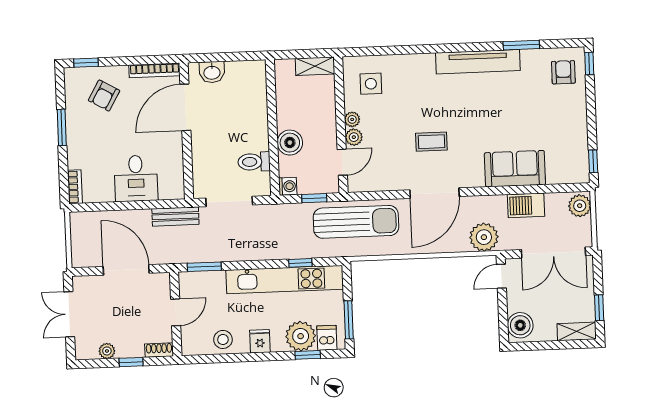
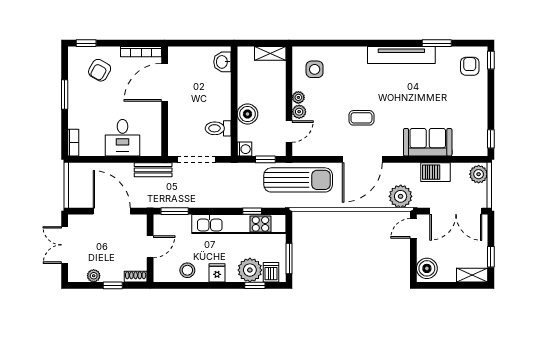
washbasin: (212, 72) -> (222, 62), moved, turned 90

